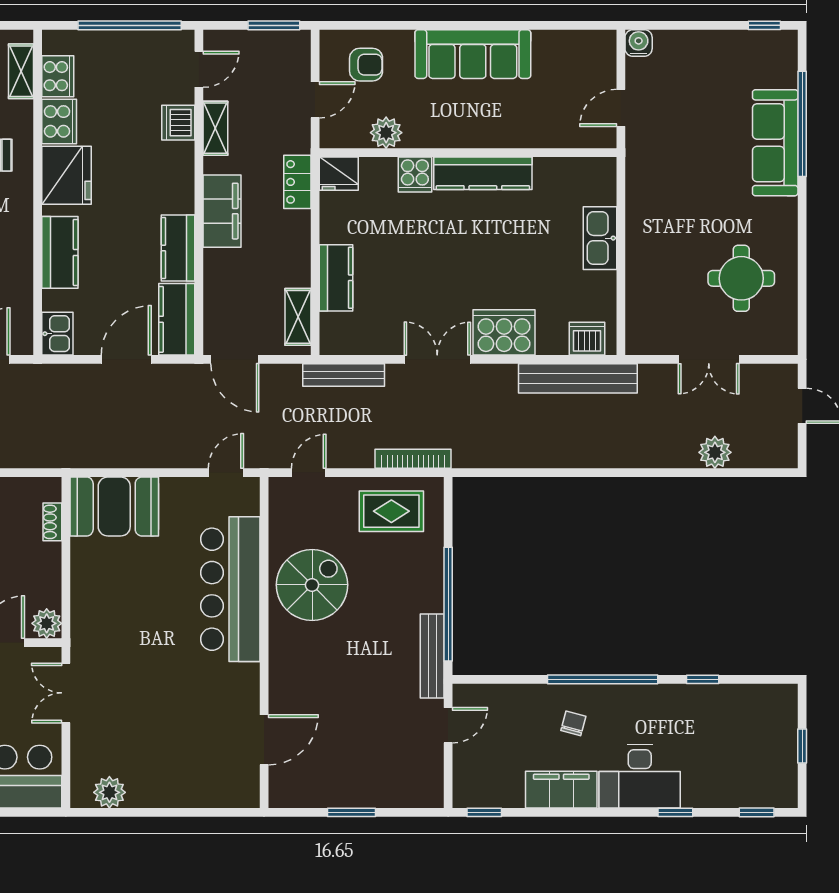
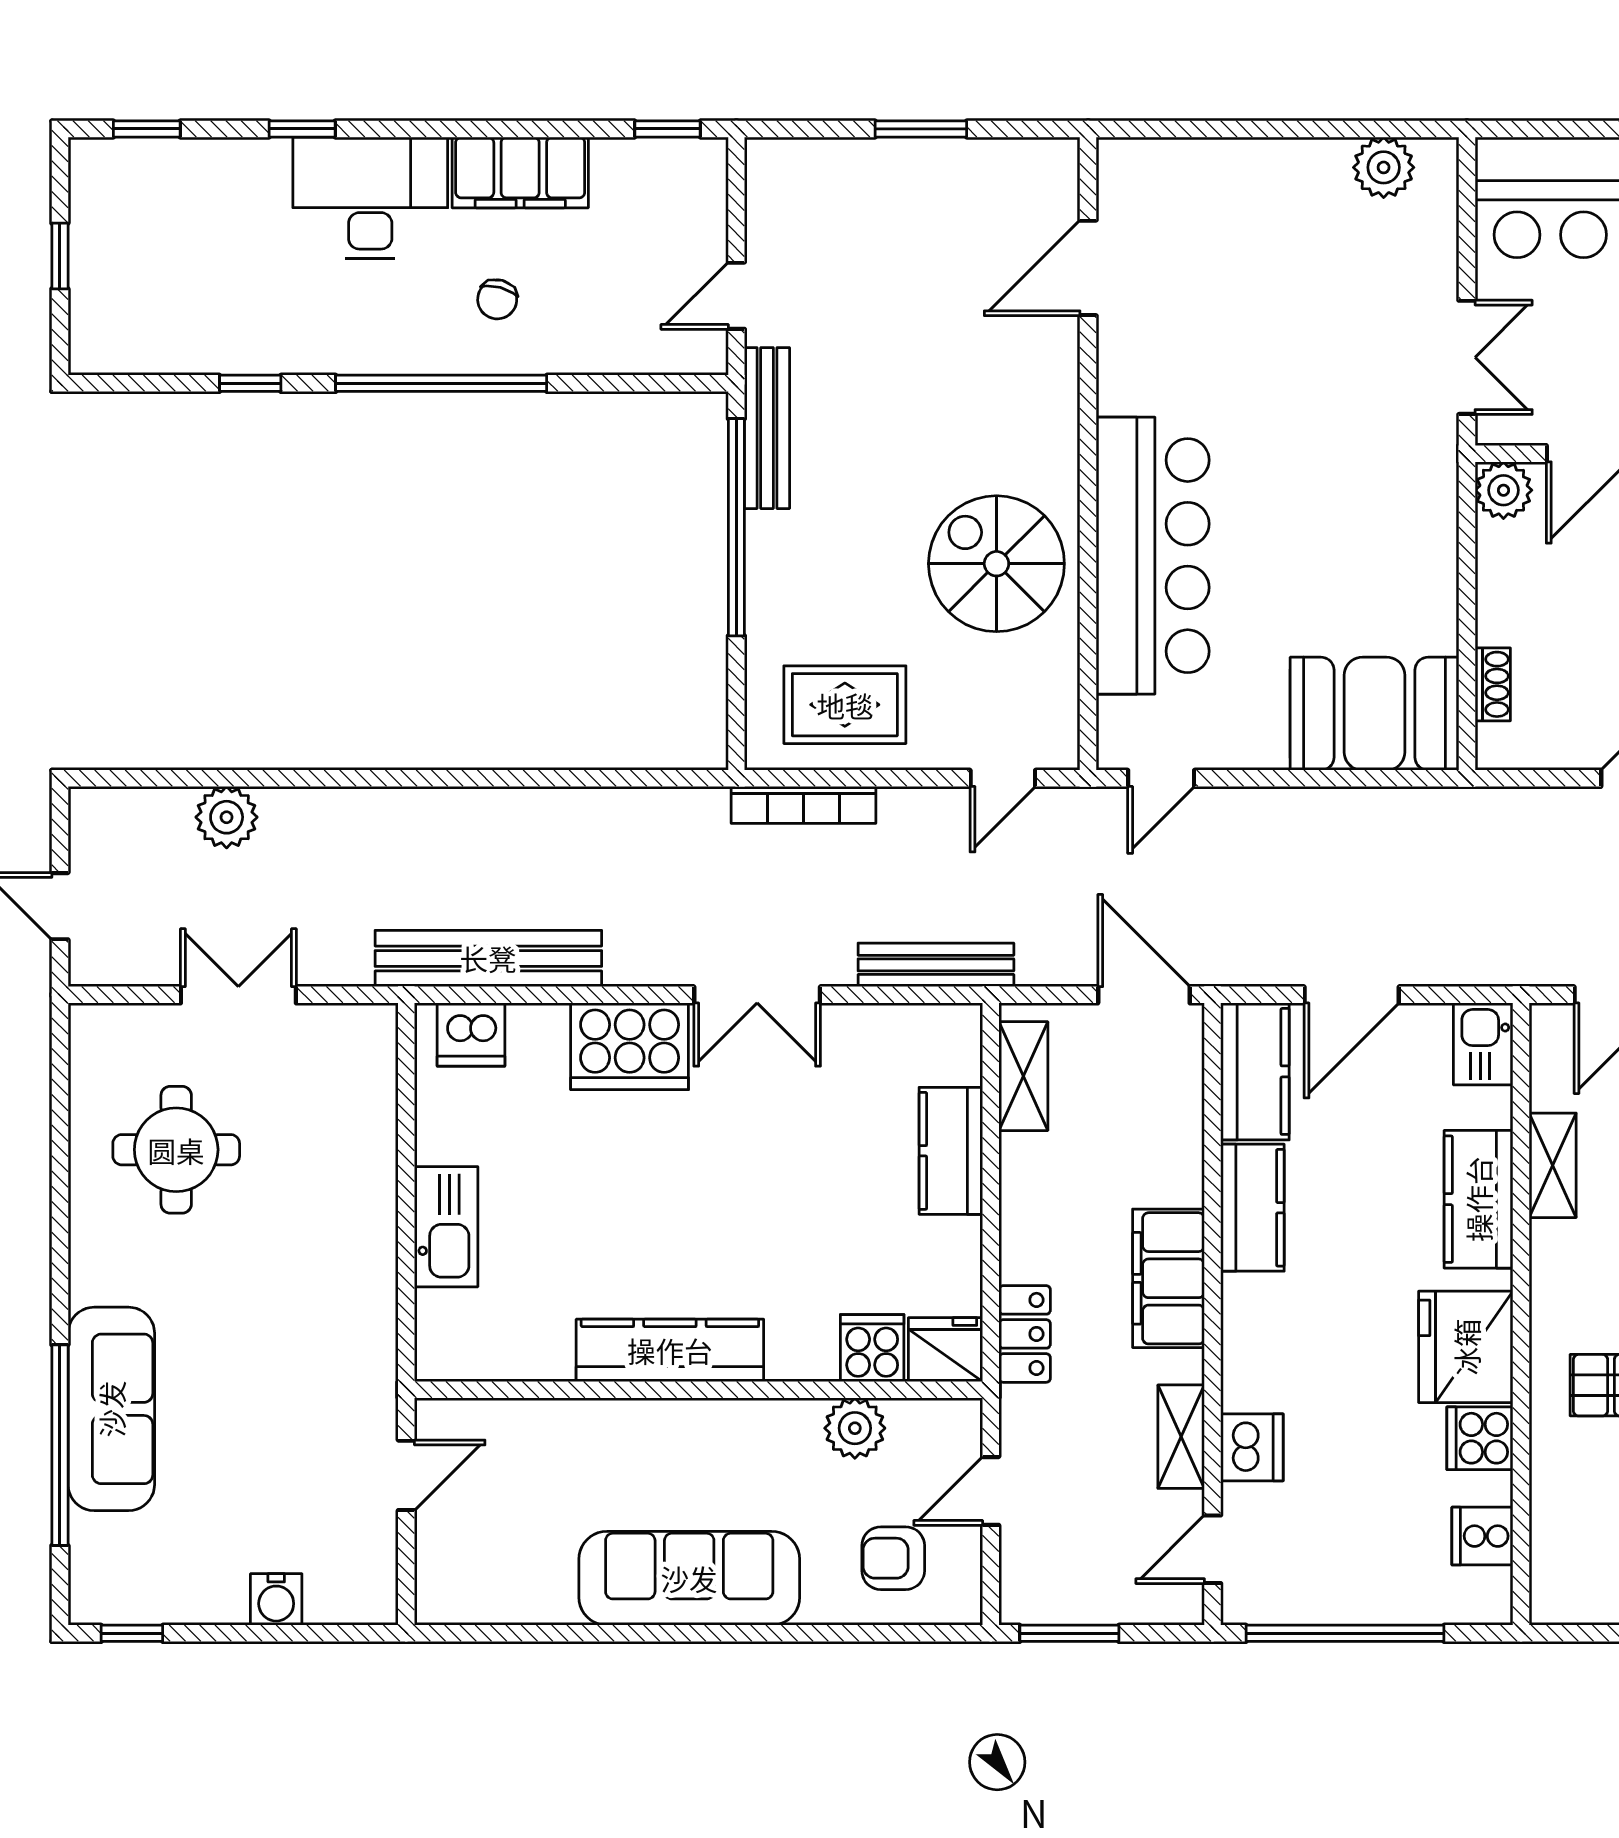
water cooler: (639, 43) -> (276, 1599), moved
shelving: (21, 71) -> (1553, 1165), moved
cooker: (58, 76) -> (1482, 1536), width x0.73
cooker: (59, 121) -> (1480, 1438), width x0.73
cooker: (415, 175) -> (872, 1348), moved
spiral stairs: (312, 585) -> (996, 564), turned 90

